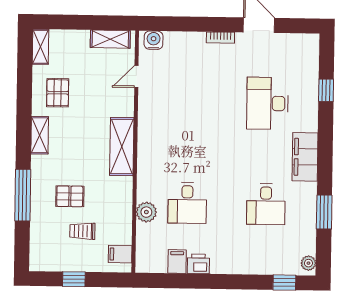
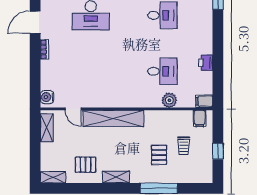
shelving: (122, 147) -> (113, 118), width x1.47
filing cabinet: (177, 262) -> (204, 101), moved

